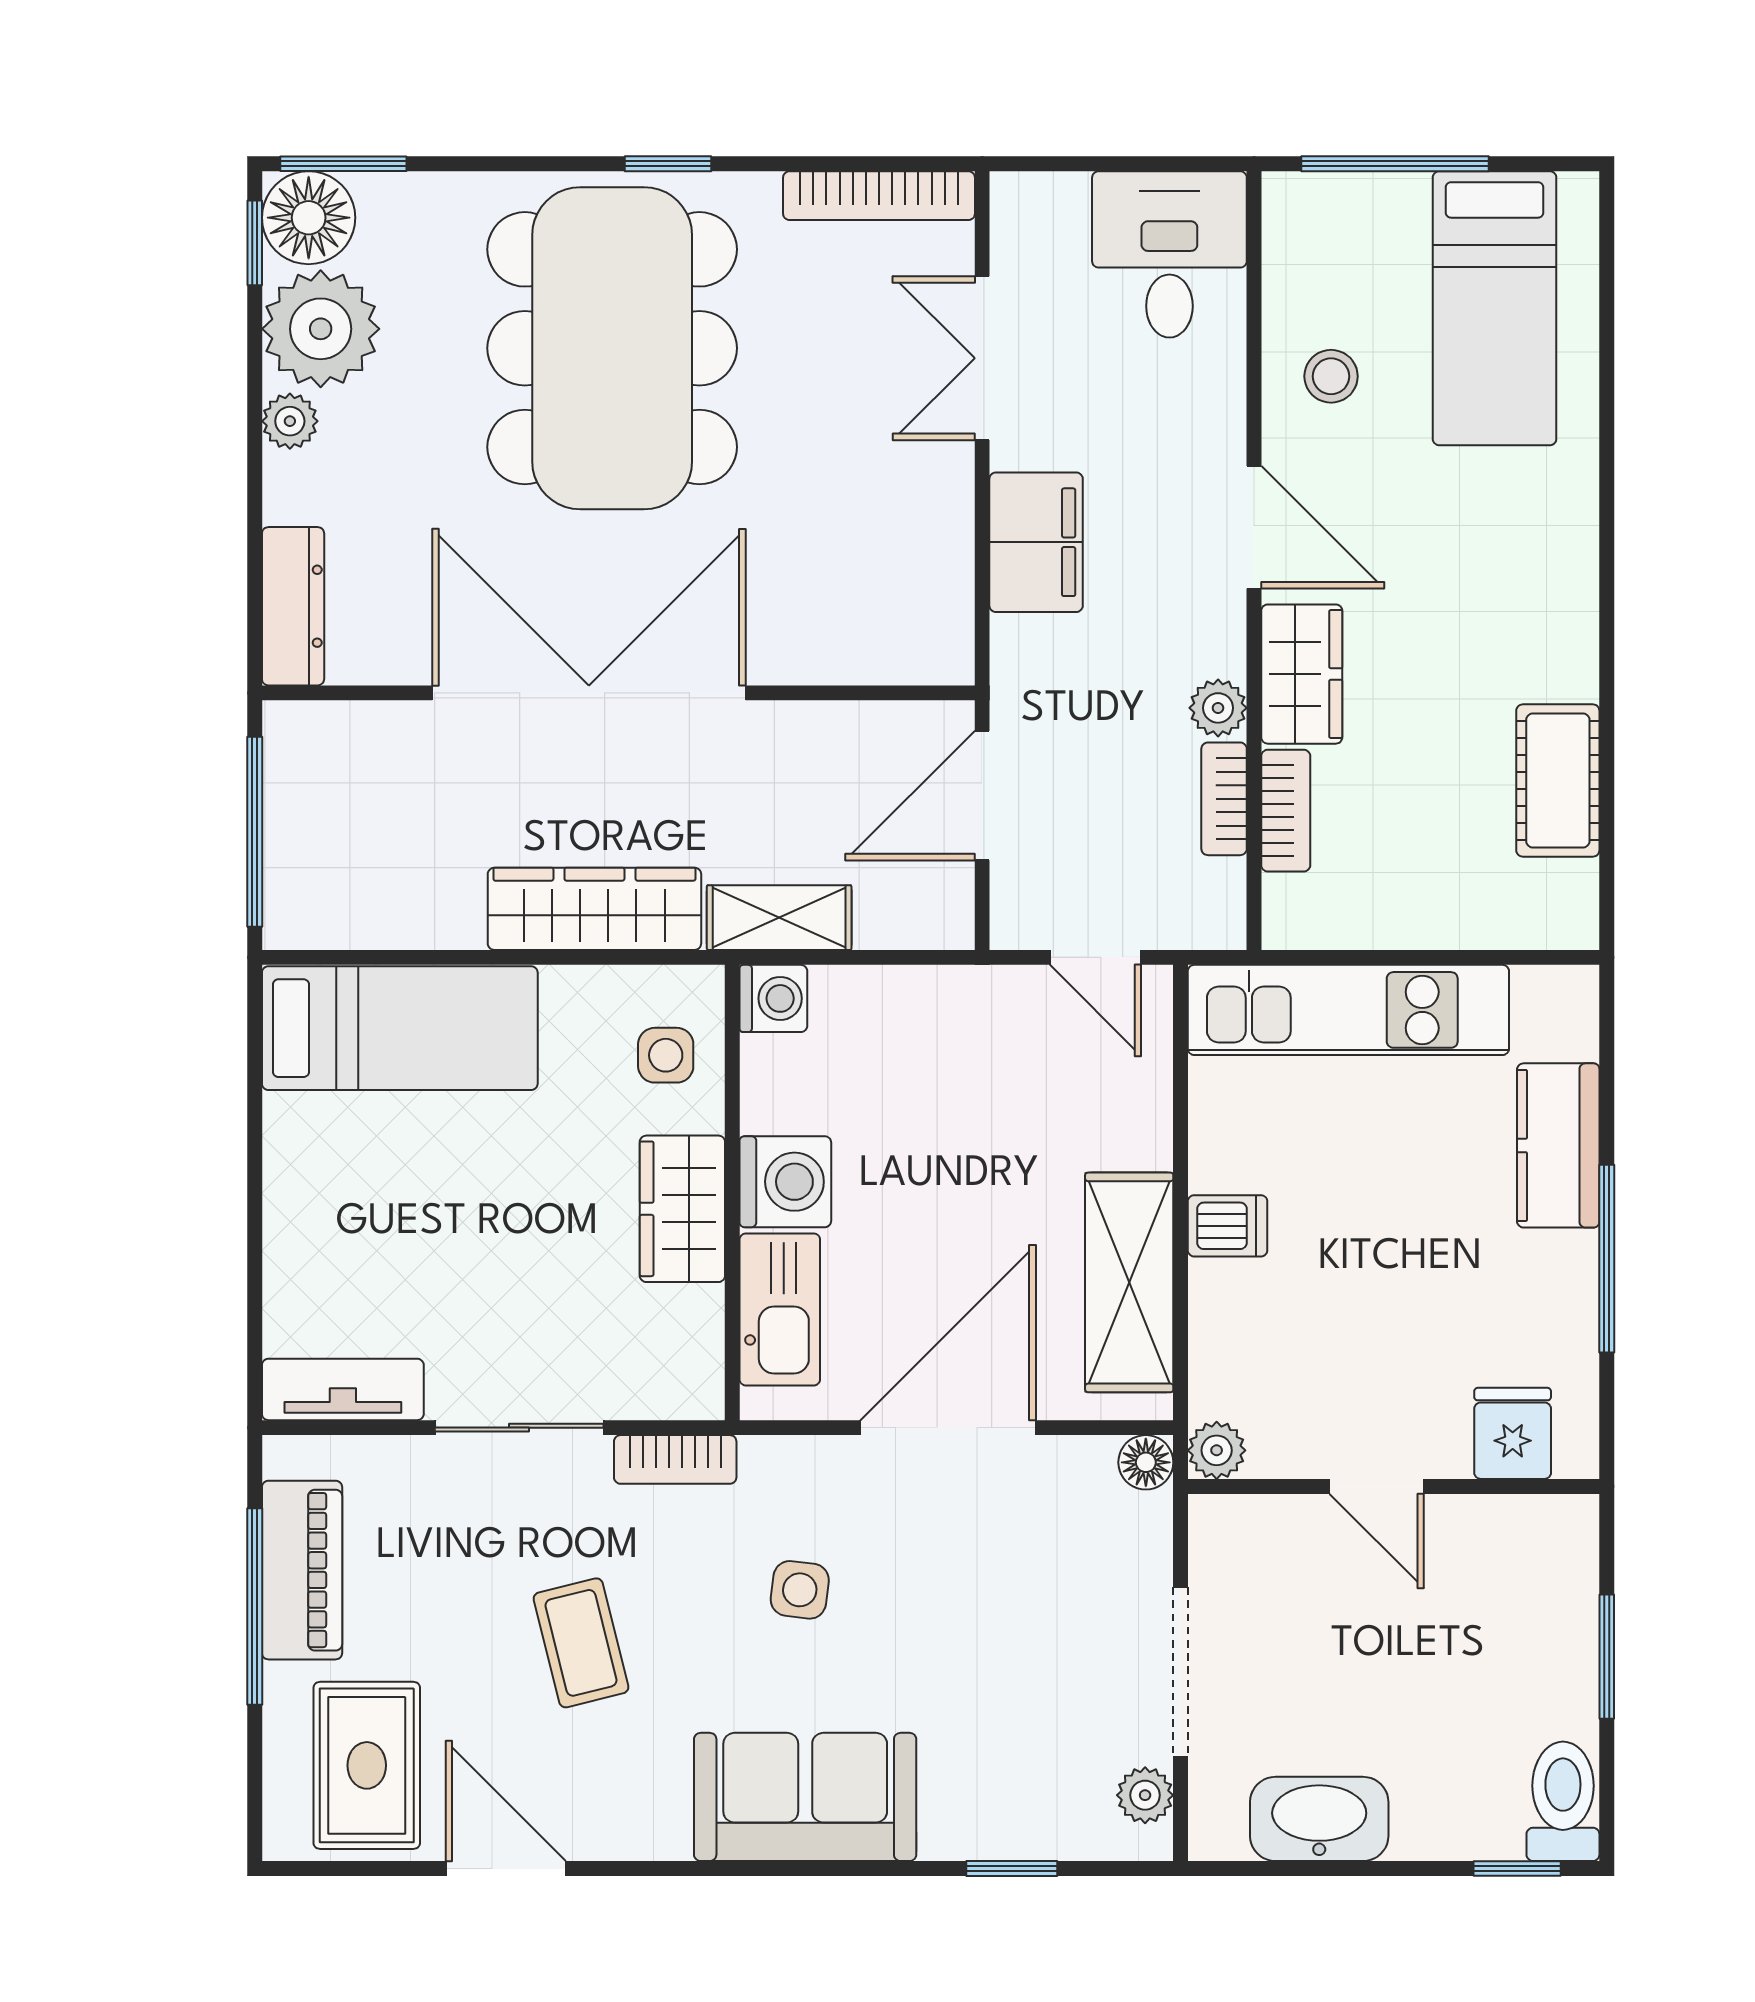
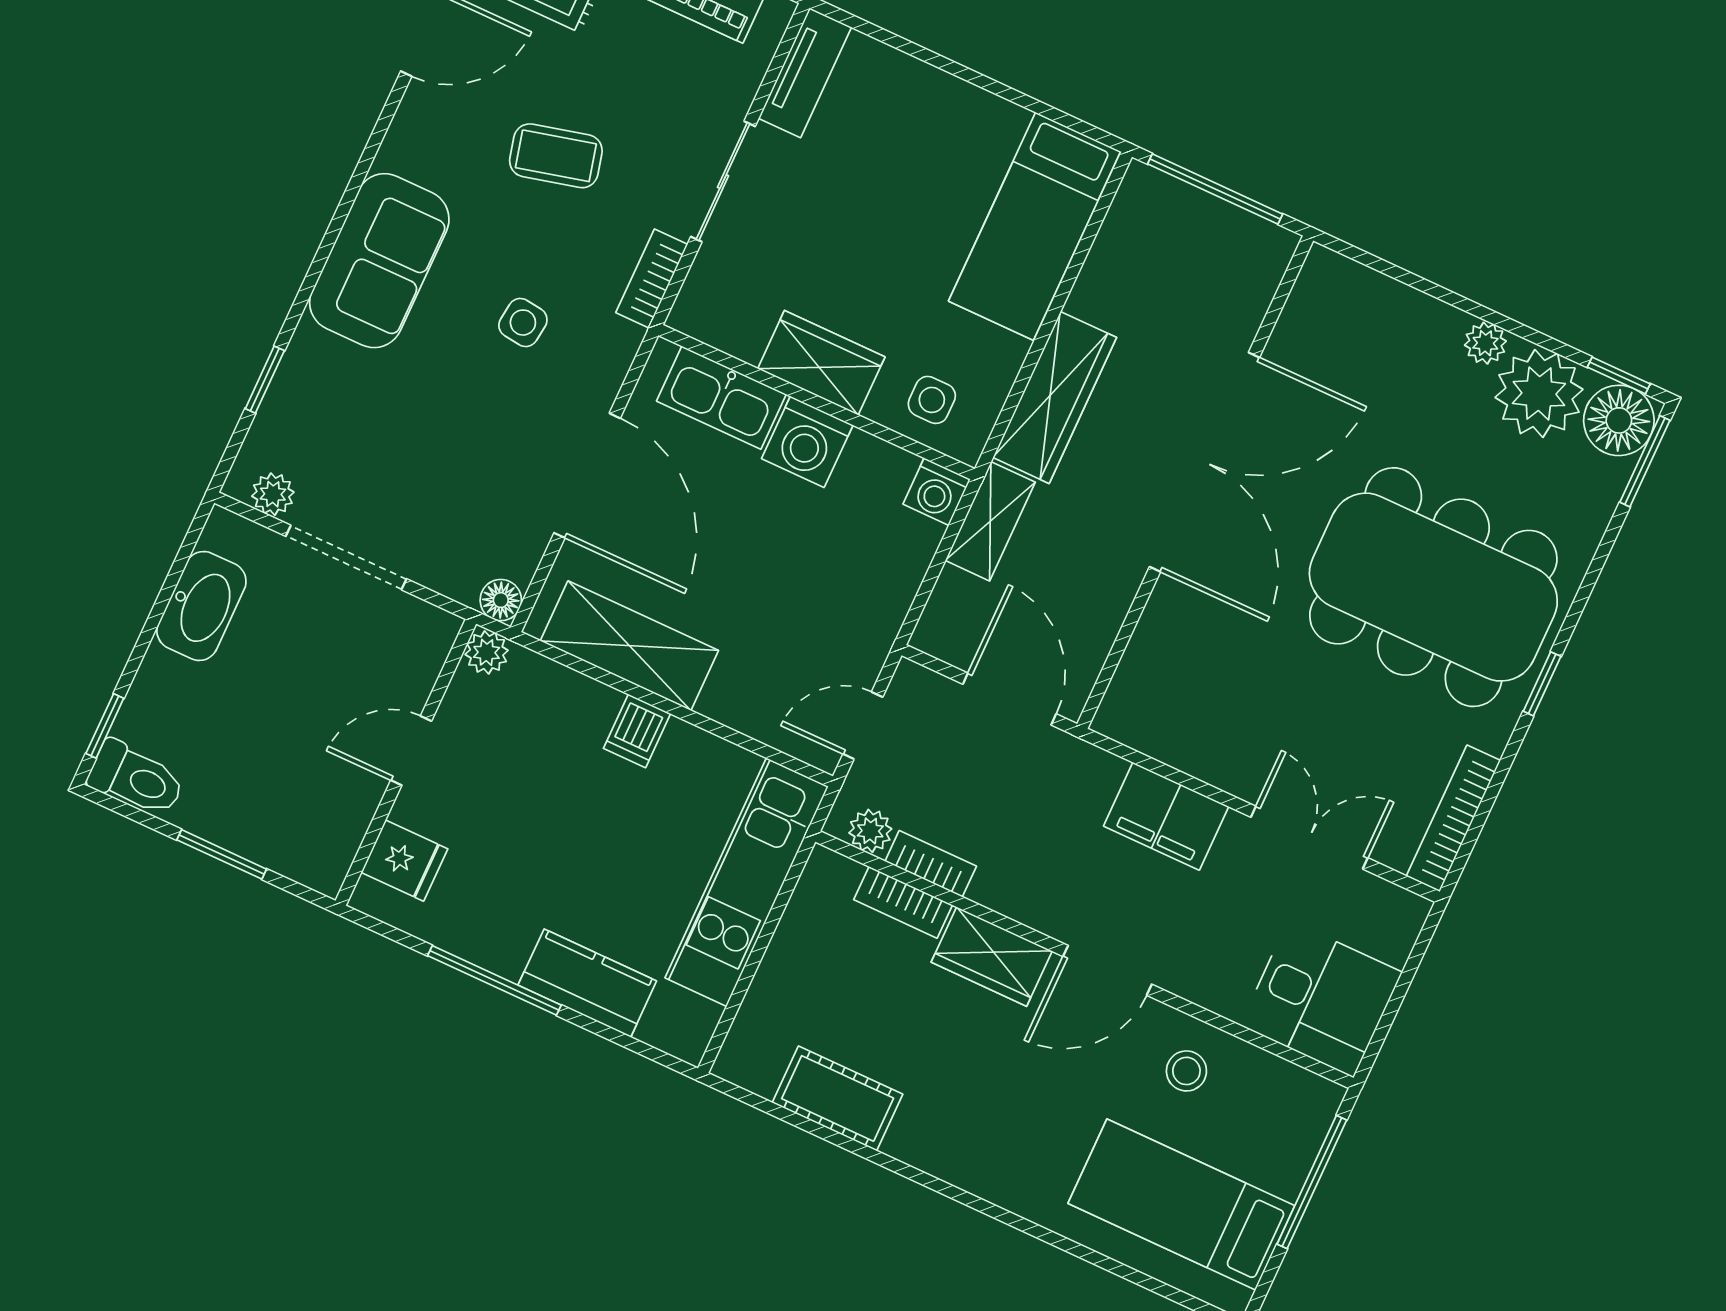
dresser: (293, 606) -> (1358, 287), removed
plant: (1218, 708) -> (870, 831), moved

